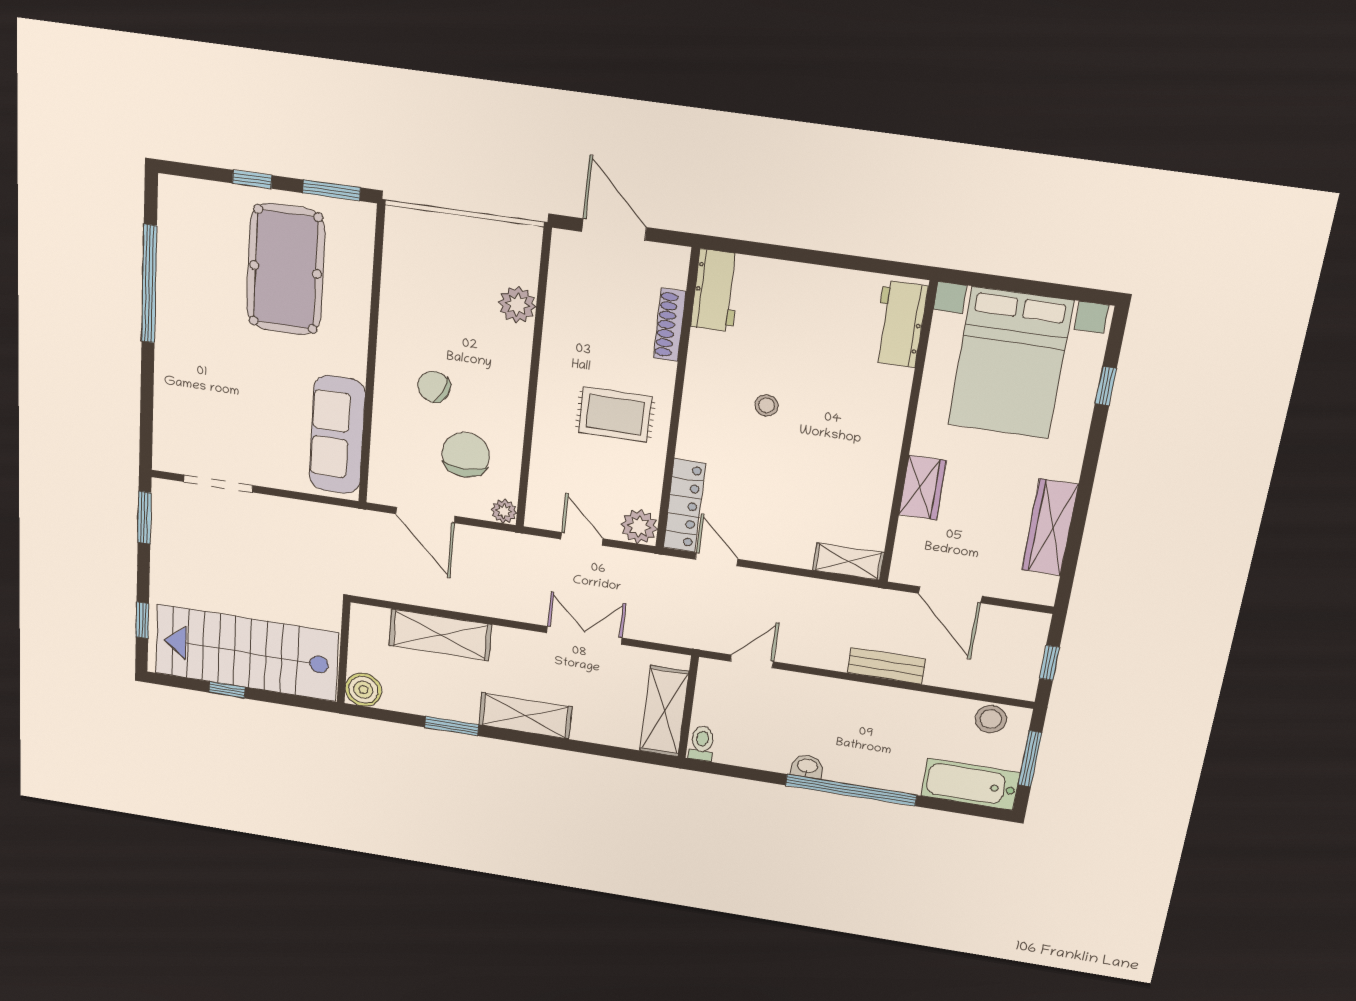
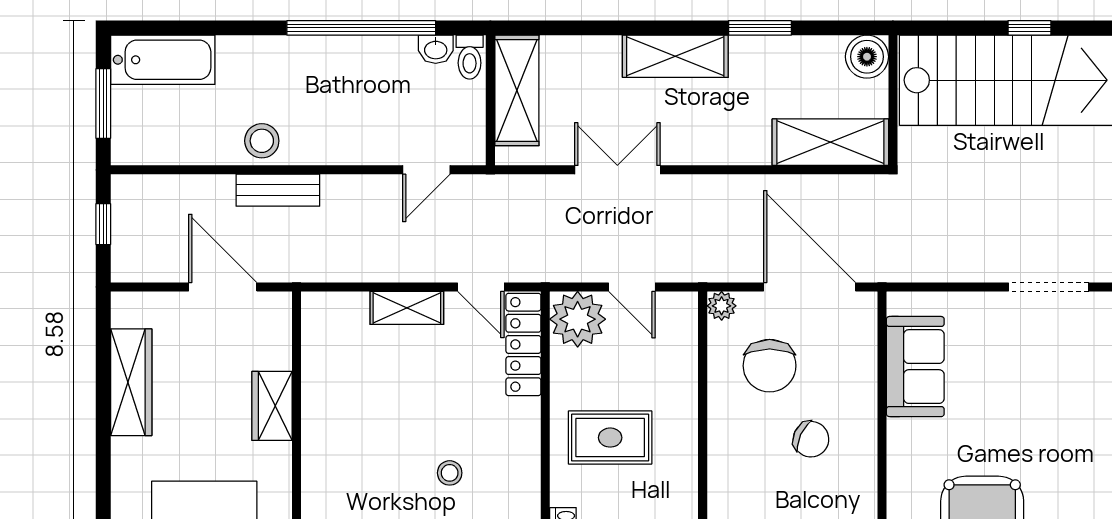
sofa: (337, 435) -> (915, 367), width x0.73
door: (425, 515) -> (810, 287), width x1.36
plant: (639, 527) -> (578, 319), width x1.36, depth x1.36
shelving: (848, 562) -> (407, 308), moved
shelving: (440, 635) -> (830, 142), moved
double door: (584, 635) -> (617, 170), swing flipped
stool: (991, 719) -> (262, 141), moved
washbasin: (807, 766) -> (436, 49), moved
window: (851, 790) -> (361, 28), moved

